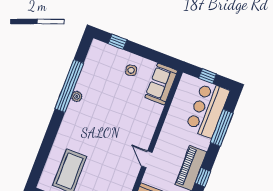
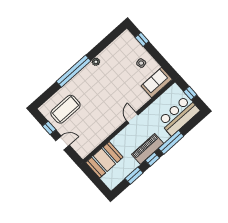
window: (69, 86) -> (74, 71), moved
window: (222, 128) -> (171, 142), moved
door: (147, 159) -> (132, 118), moved

